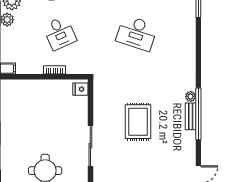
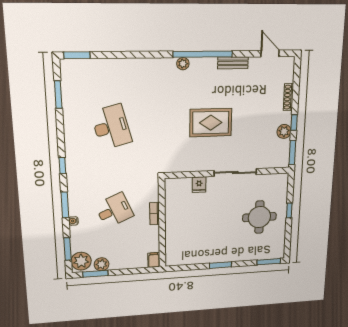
desk: (137, 33) -> (111, 127), turned -33
fridge: (80, 89) -> (199, 185), moved
bench: (191, 116) -> (233, 63), moved

